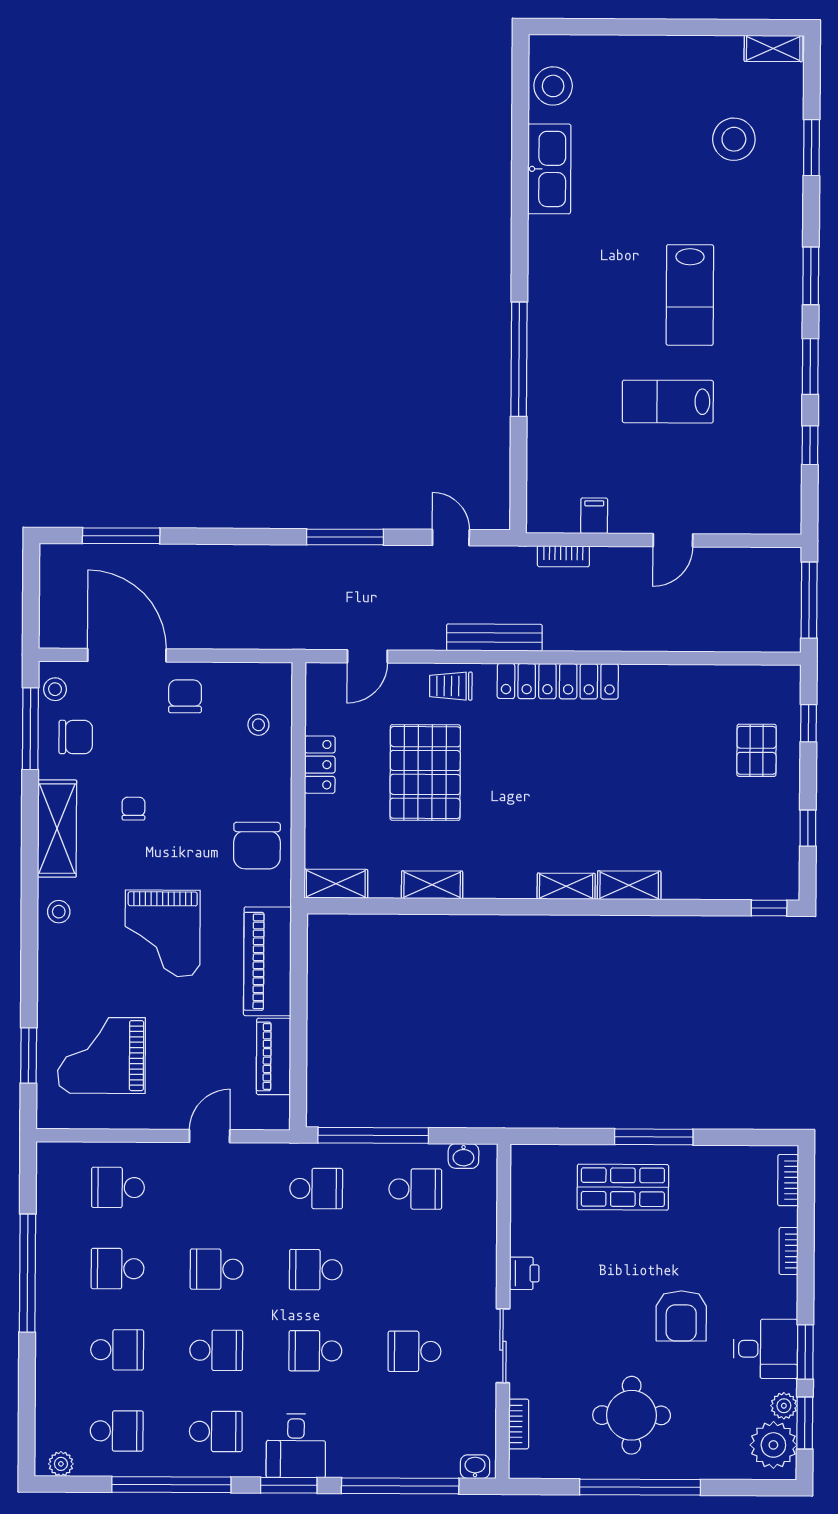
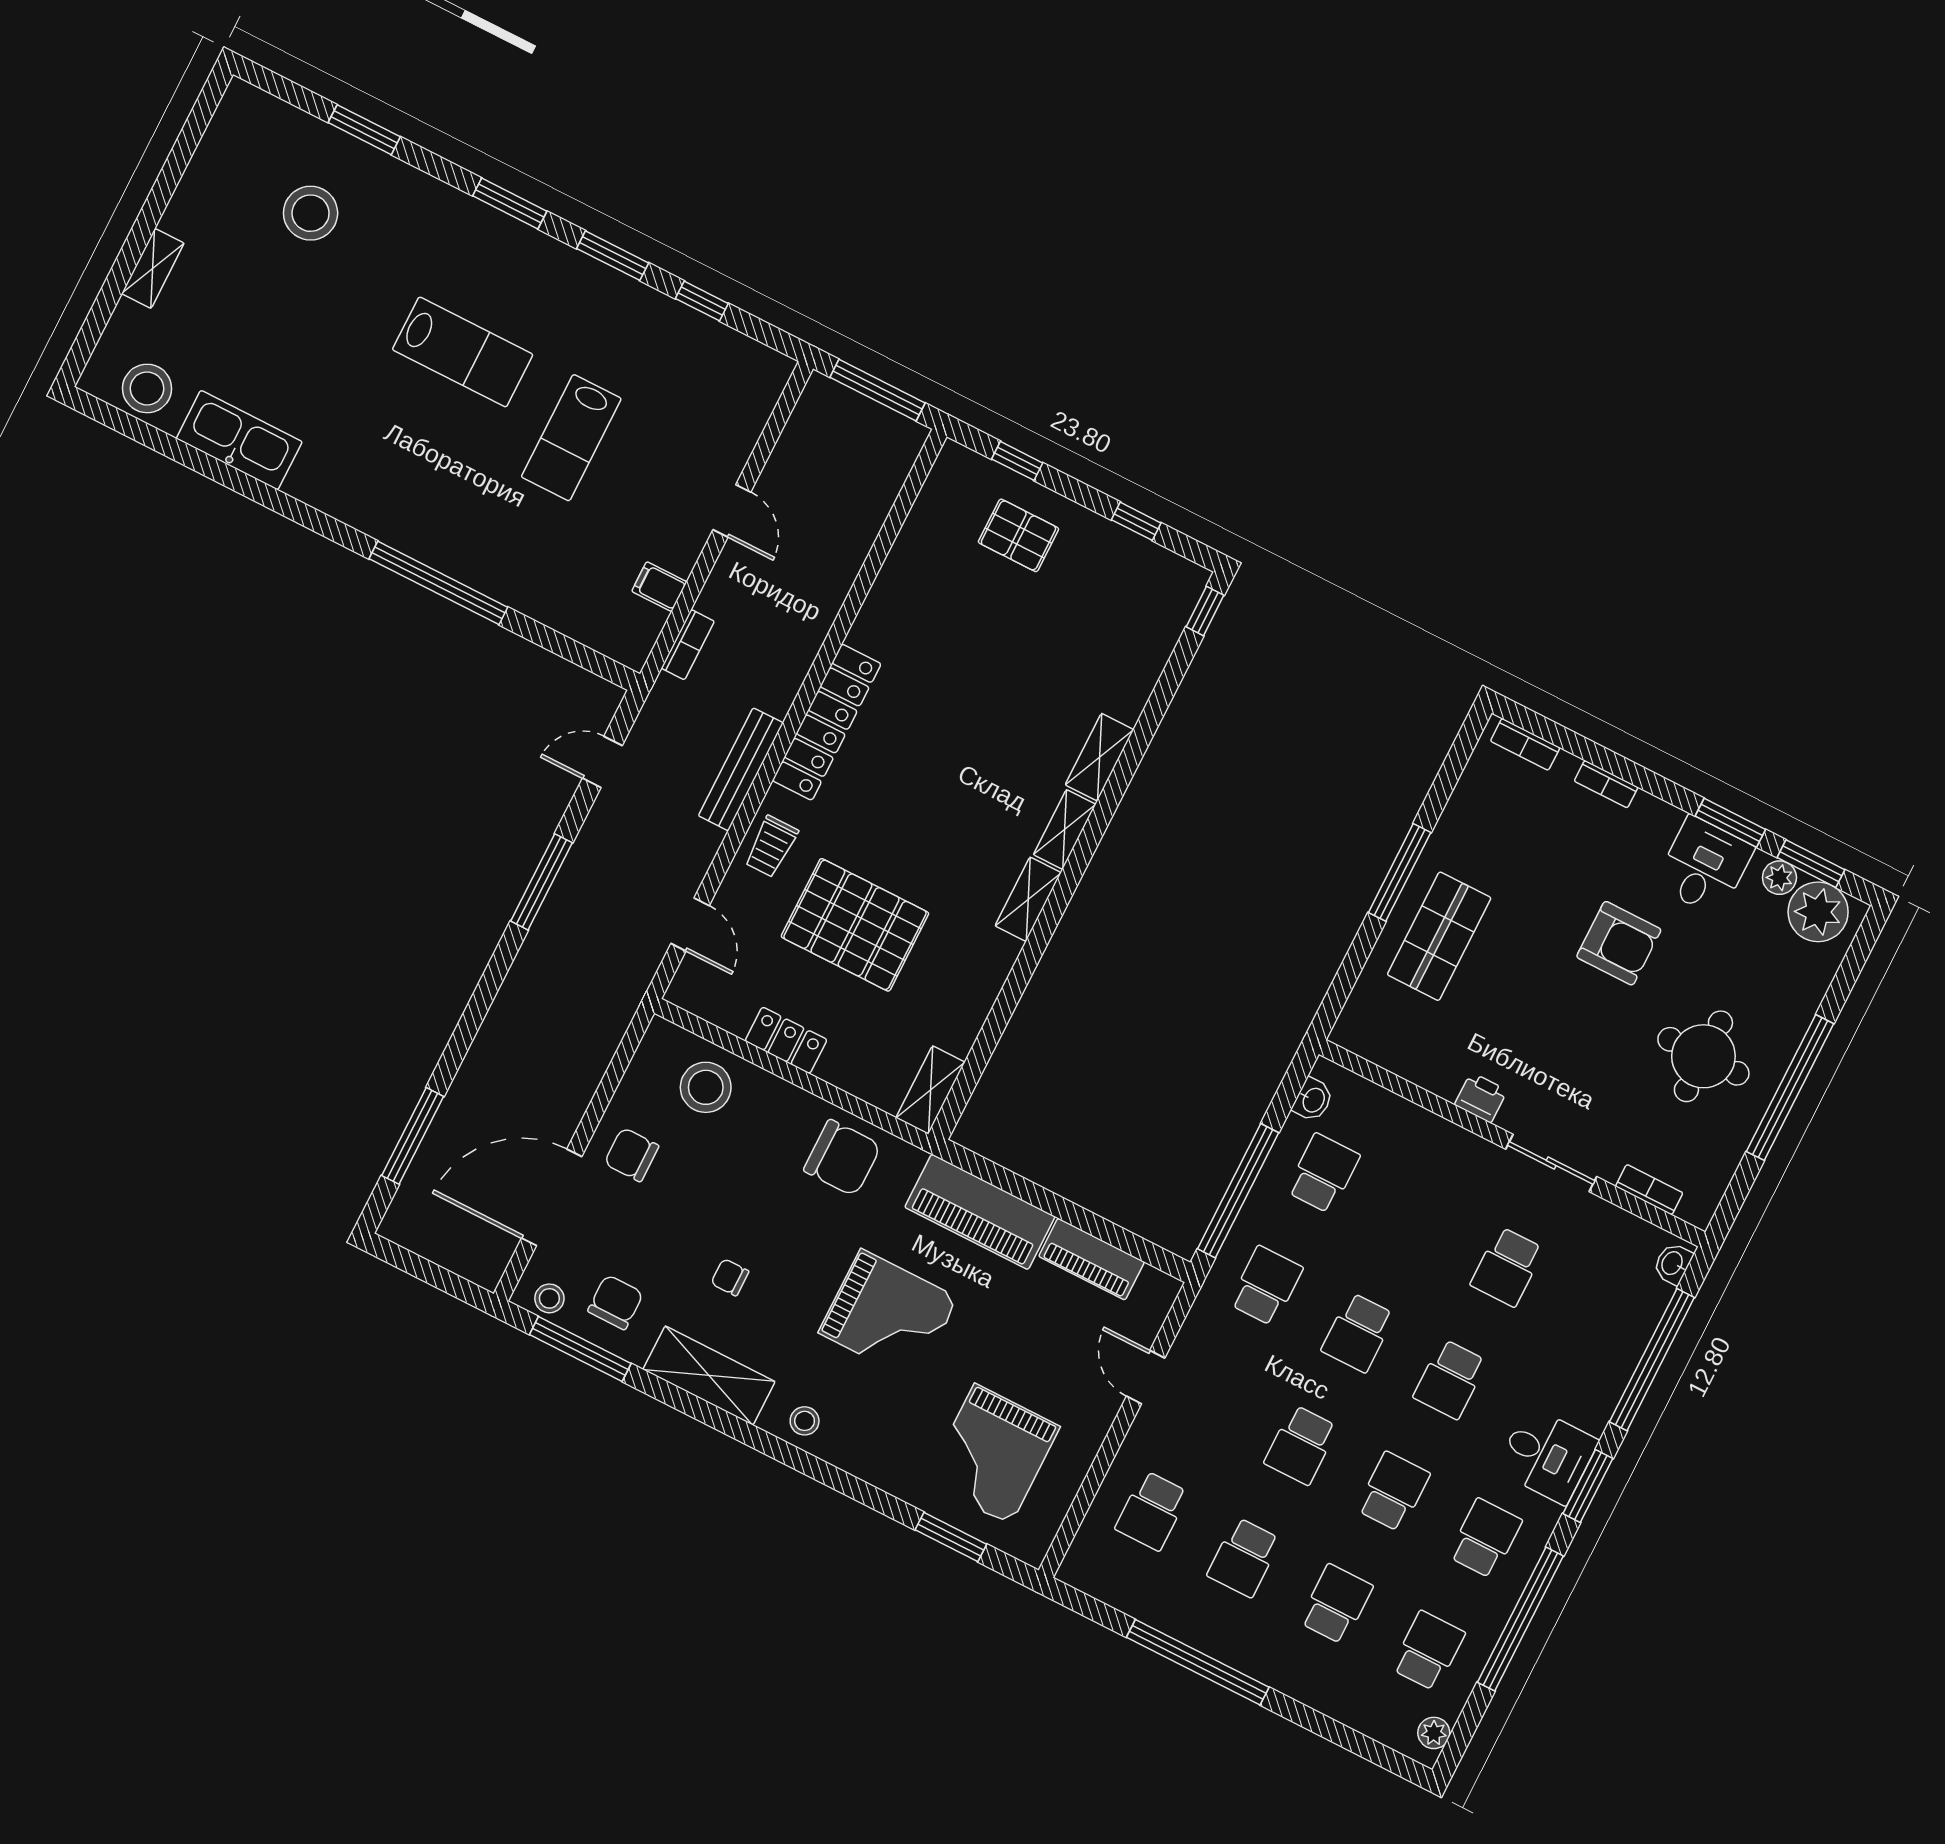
shelving: (773, 48) -> (153, 268), moved
stool: (258, 725) -> (706, 1087), width x1.89, depth x1.89
shelving: (432, 885) -> (1028, 899), moved

